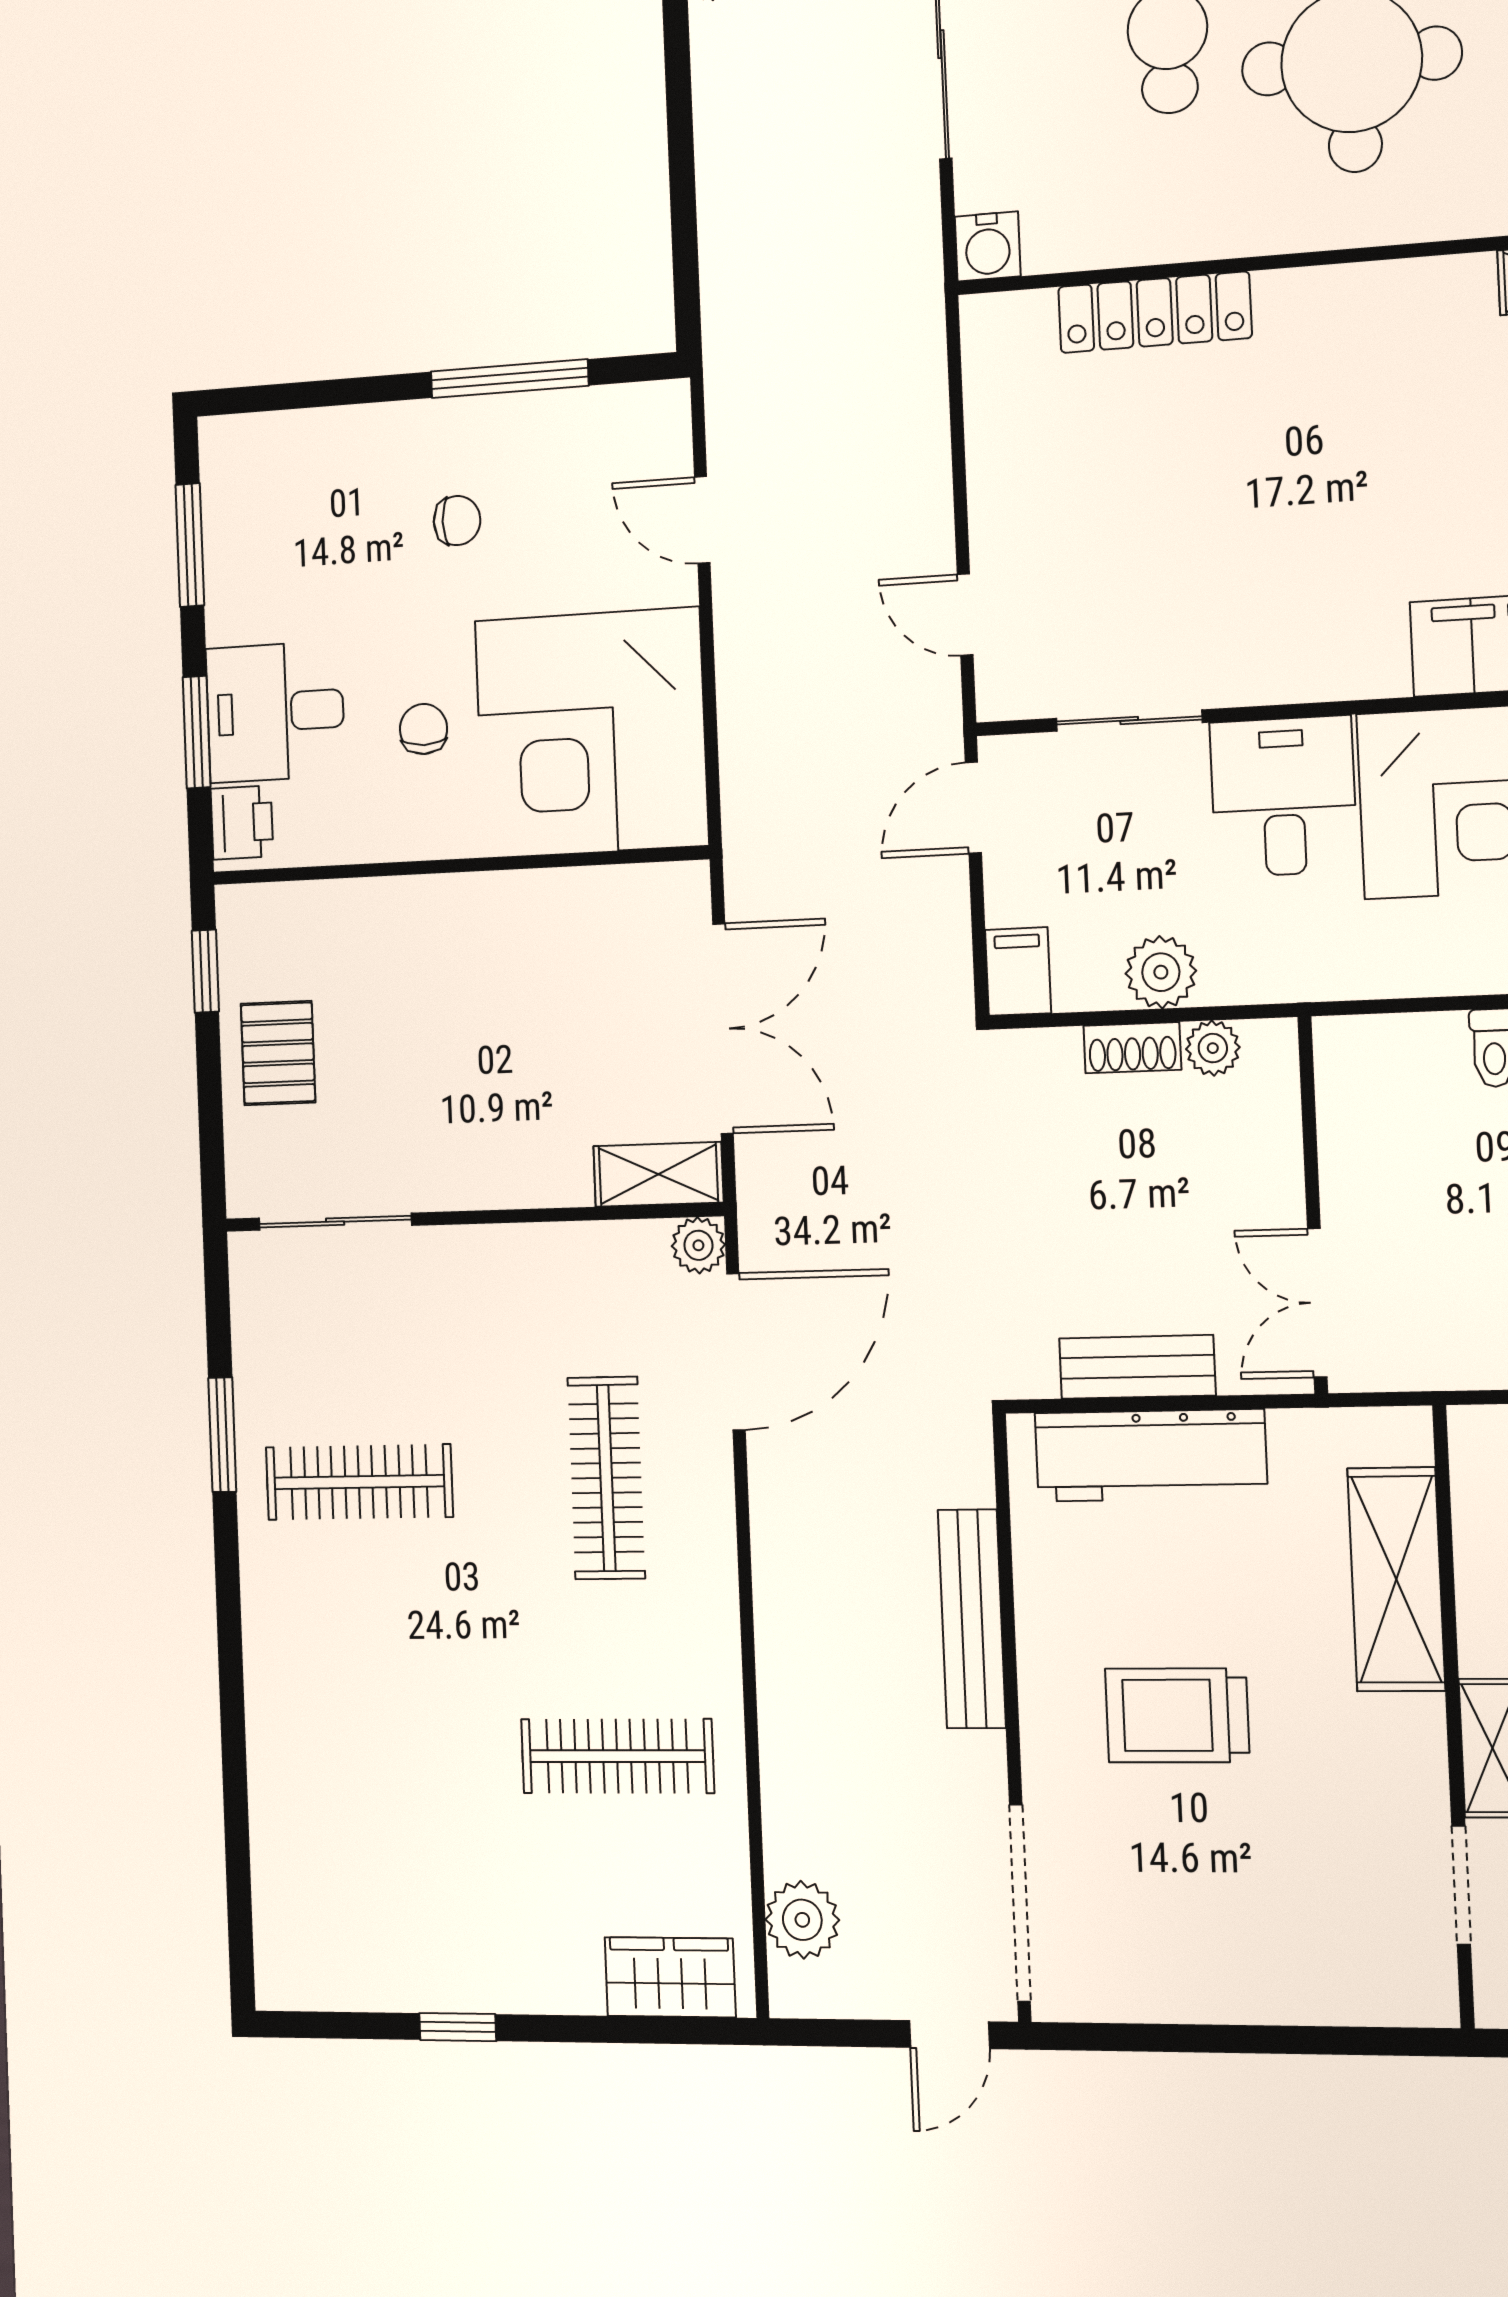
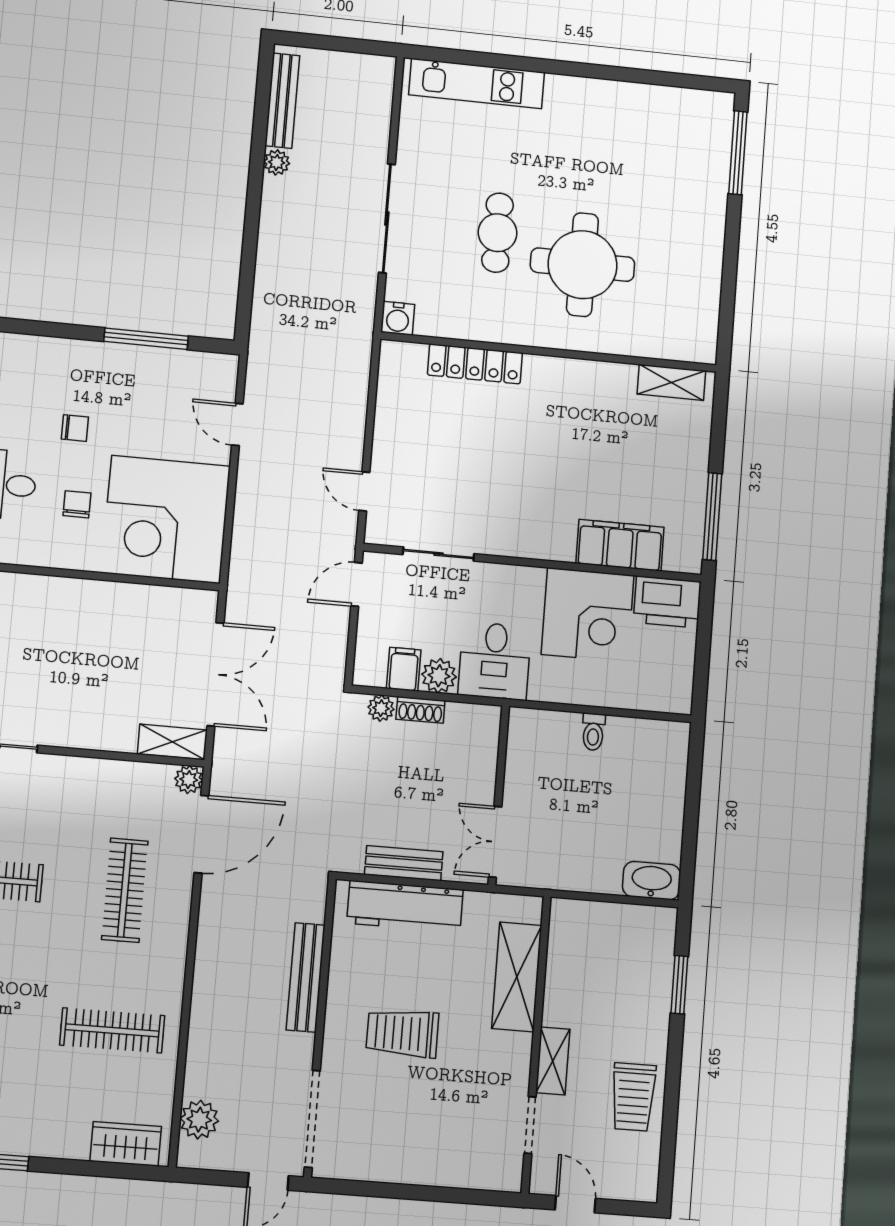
chair: (457, 521) -> (75, 428), moved
desk: (1283, 797) -> (495, 661), moved, turned 180
filing cabinet: (1018, 972) -> (404, 669), moved
plant: (1213, 1048) -> (381, 708), moved

